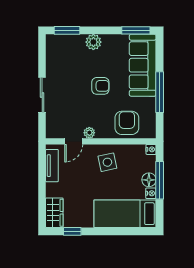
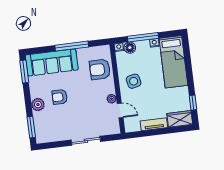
armchair: (100, 86) -> (60, 97), moved, turned -90
tv unit: (52, 166) -> (154, 124), moved
floor lamp: (149, 180) -> (130, 48), moved

